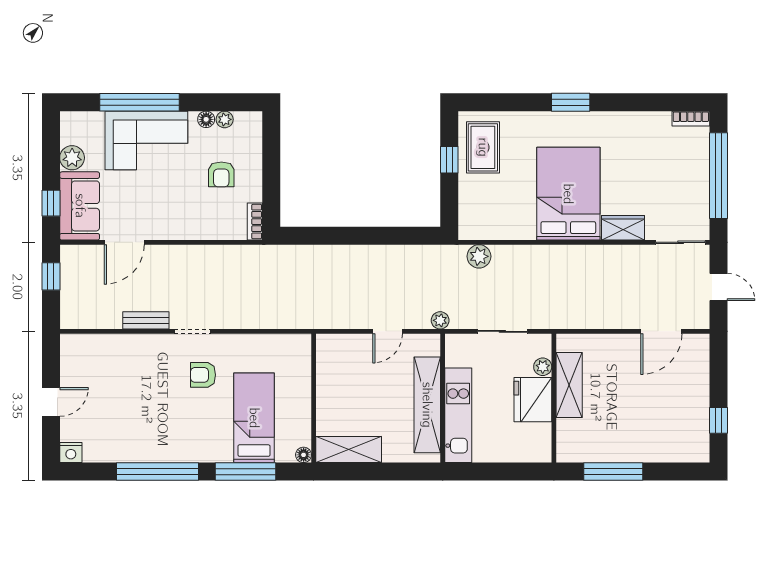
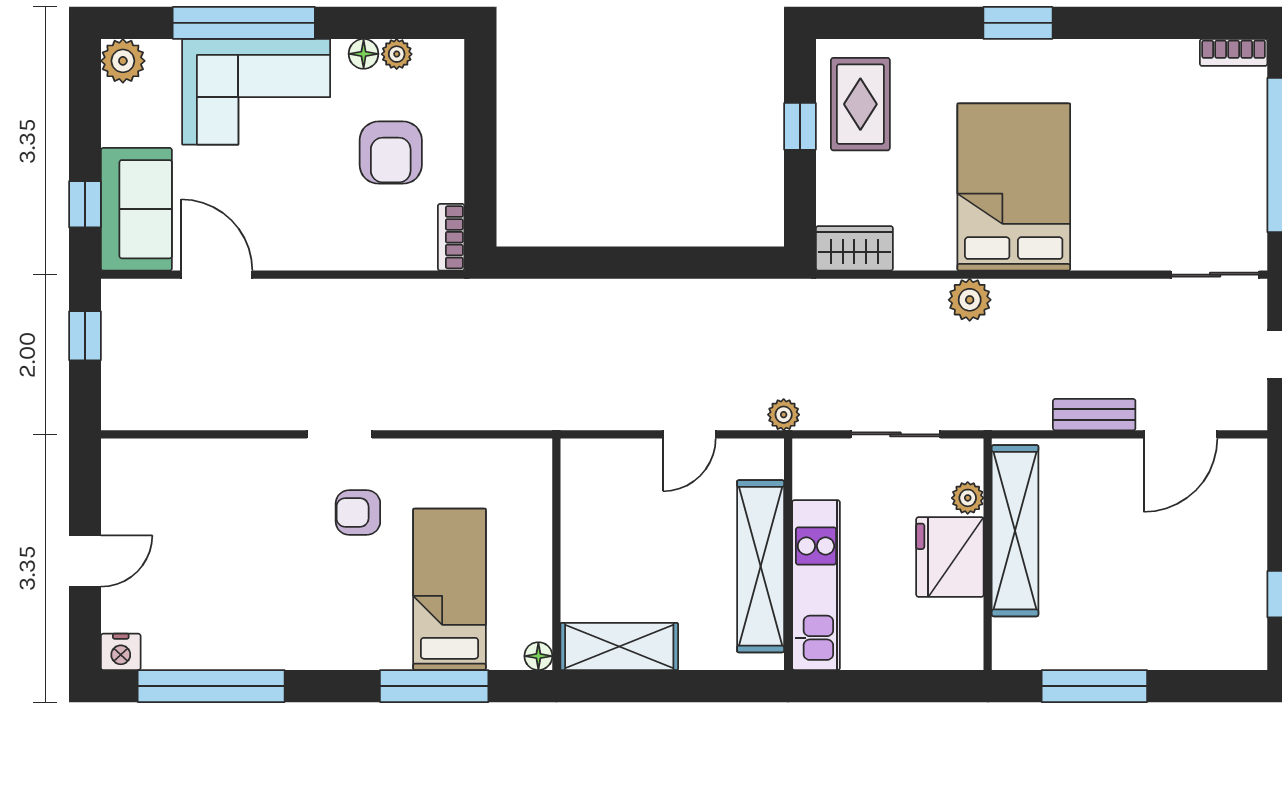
plant: (72, 158) -> (123, 61), moved
armchair: (221, 174) -> (391, 153), width x1.38, depth x1.38
wardrobe: (623, 228) -> (854, 248), moved
door: (124, 242) -> (217, 275), swing flipped
plant: (479, 256) -> (970, 300), moved
bench: (146, 320) -> (1094, 415), moved
shelving: (569, 385) -> (1015, 531), width x1.47
window: (157, 472) -> (211, 686), moved

